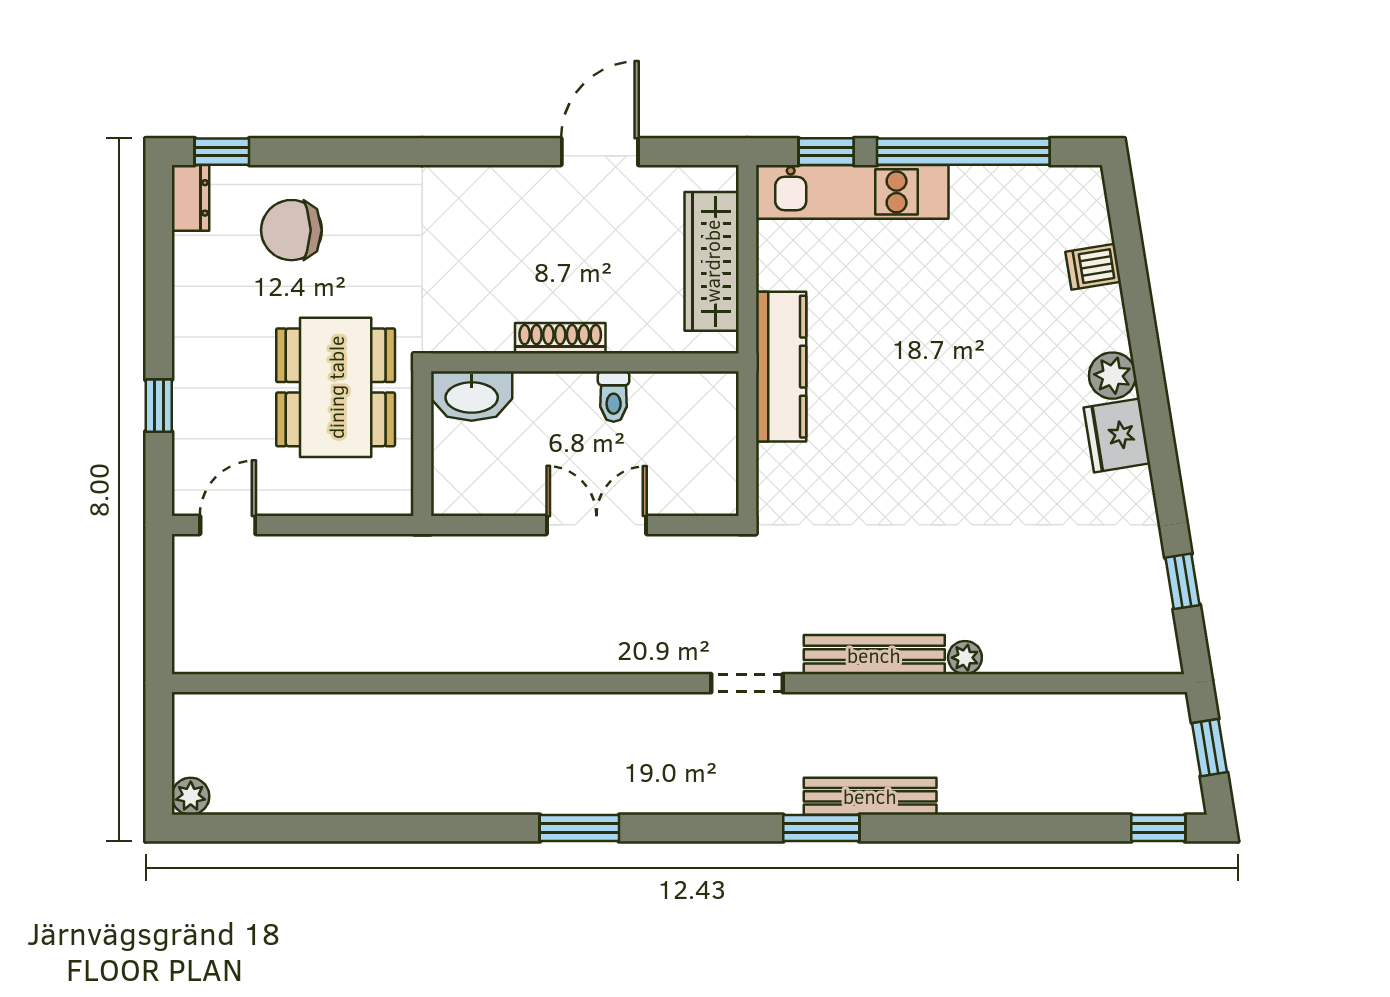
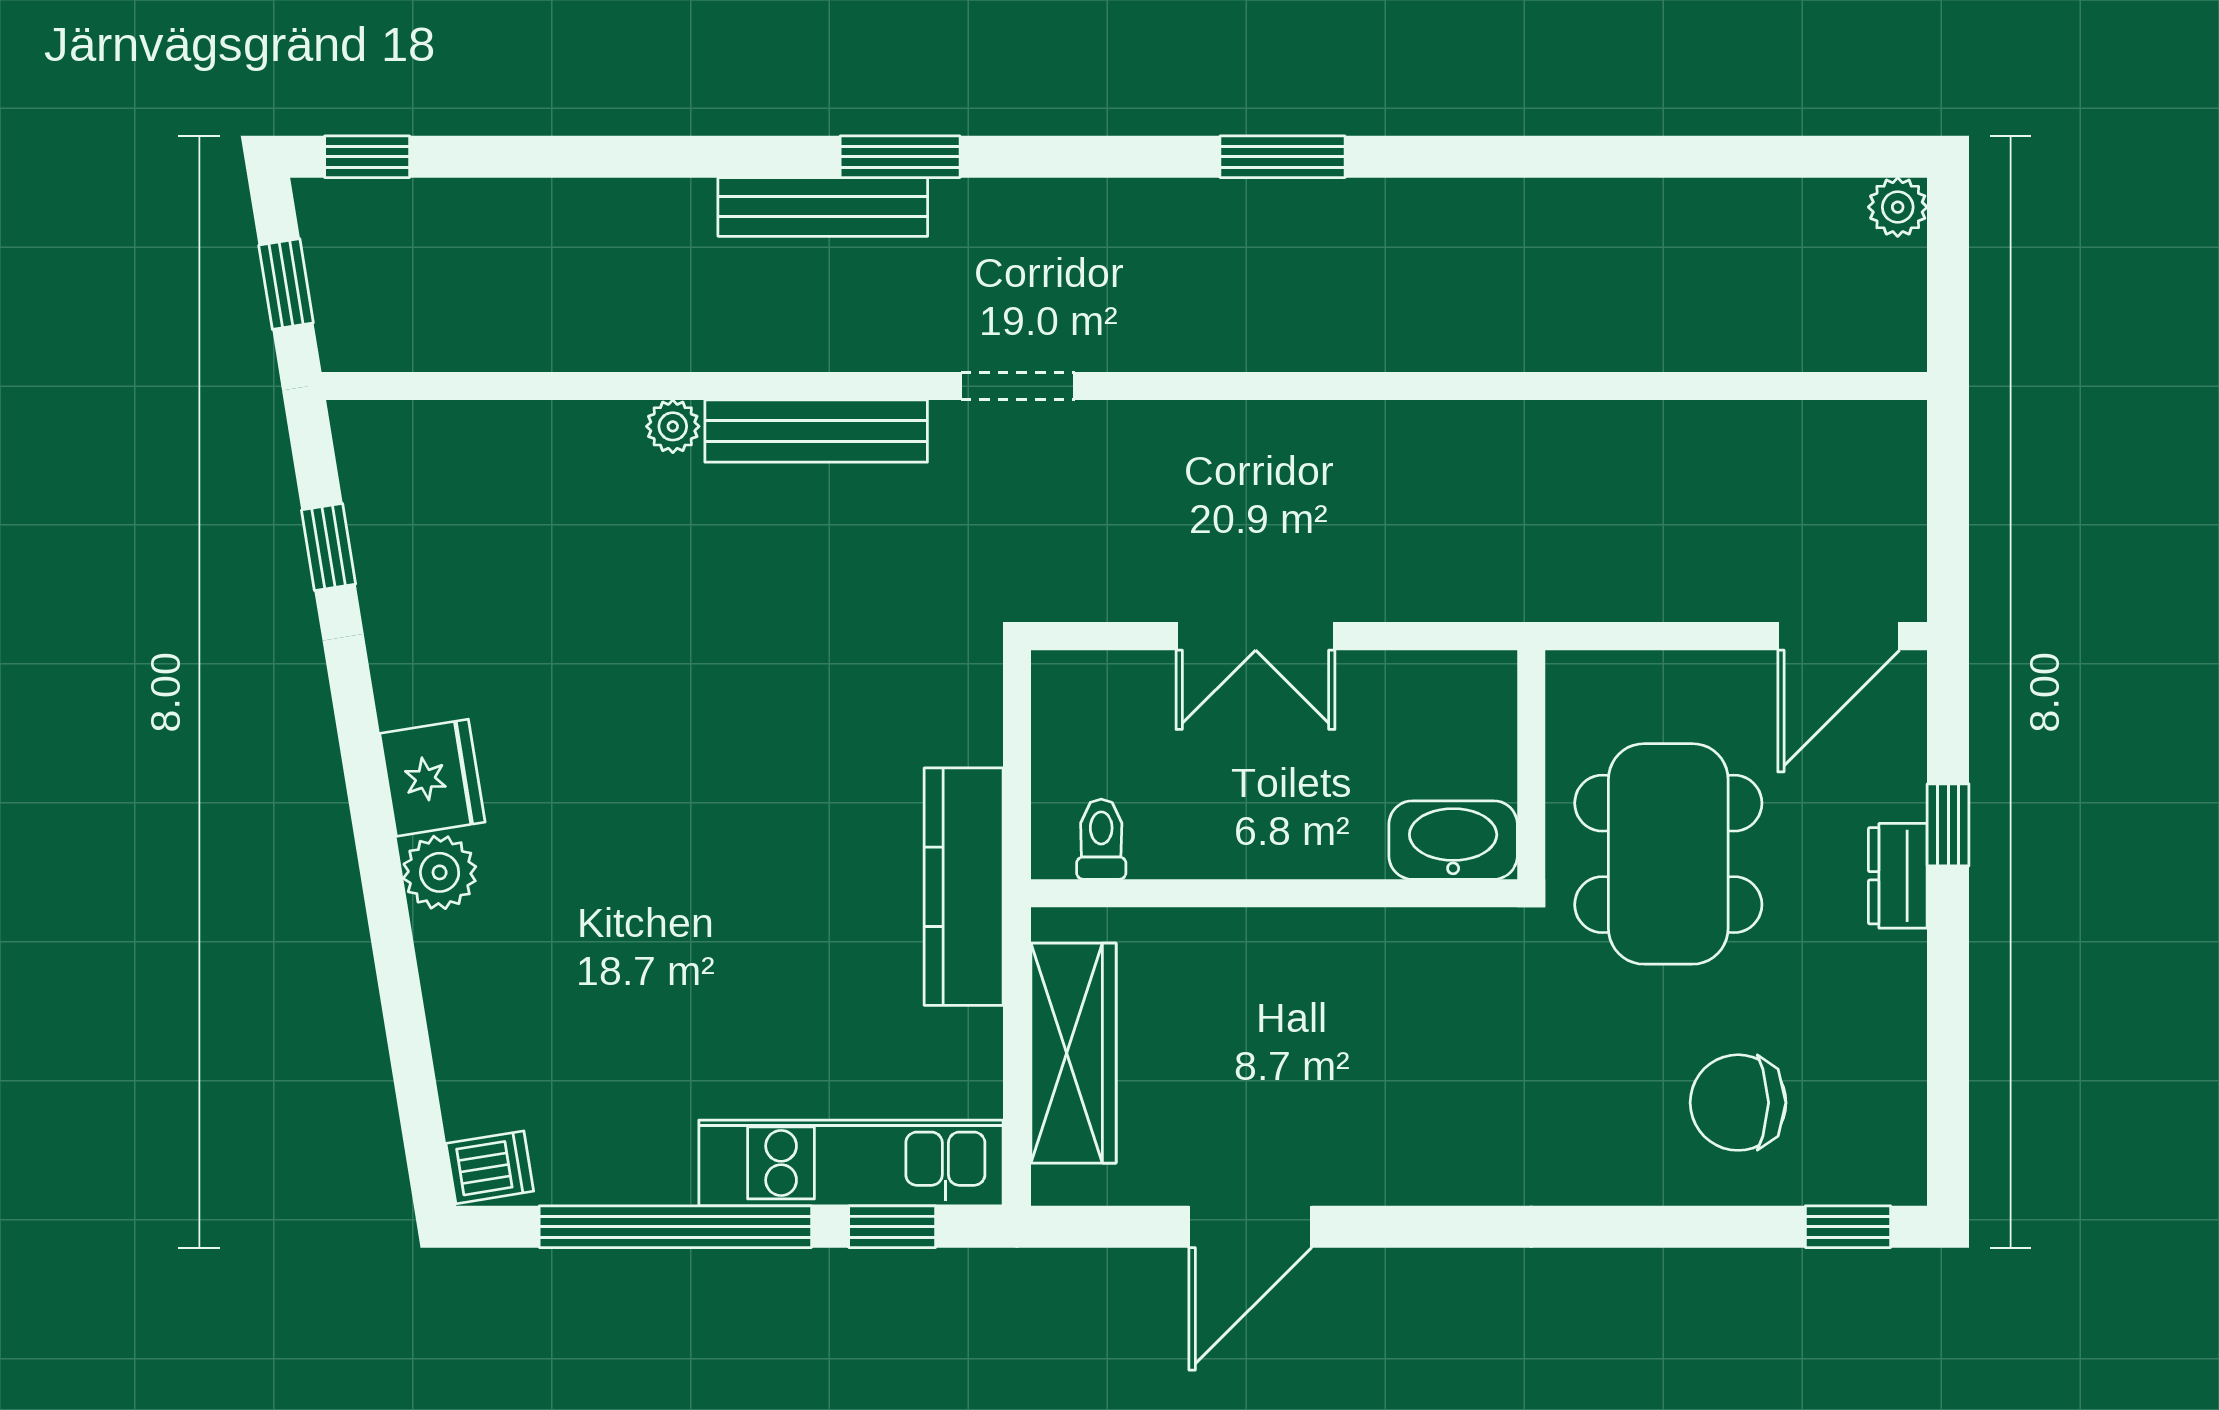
dresser: (190, 198) -> (1898, 876), moved
chair: (291, 230) -> (1738, 1103), turned 180
dishwasher: (1093, 267) -> (490, 1167), moved
shoe rack: (560, 338) -> (1313, 931), removed
toilet: (614, 397) -> (1101, 839), moved
door: (228, 525) -> (1839, 636), width x1.38

